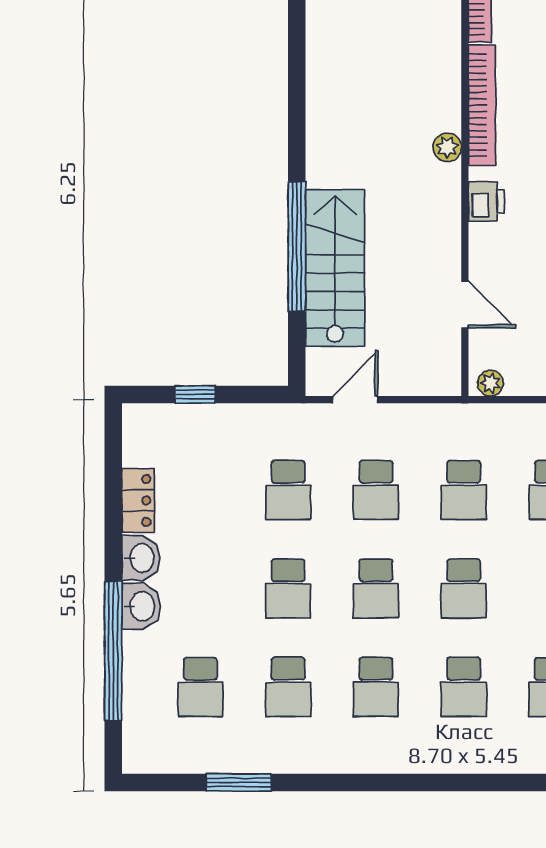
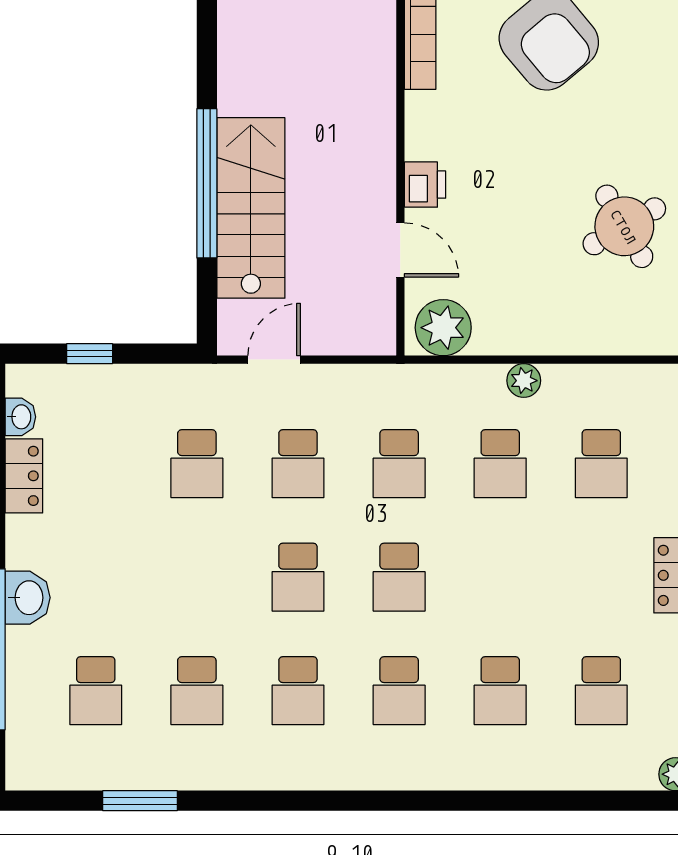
plant: (447, 147) -> (380, 69), removed
printer: (486, 201) -> (425, 185), moved
plant: (491, 383) -> (443, 328), width x1.88, depth x1.88
washbasin: (141, 558) -> (20, 417), moved, width x0.72, depth x0.69
school desk: (288, 588) -> (197, 577), removed

